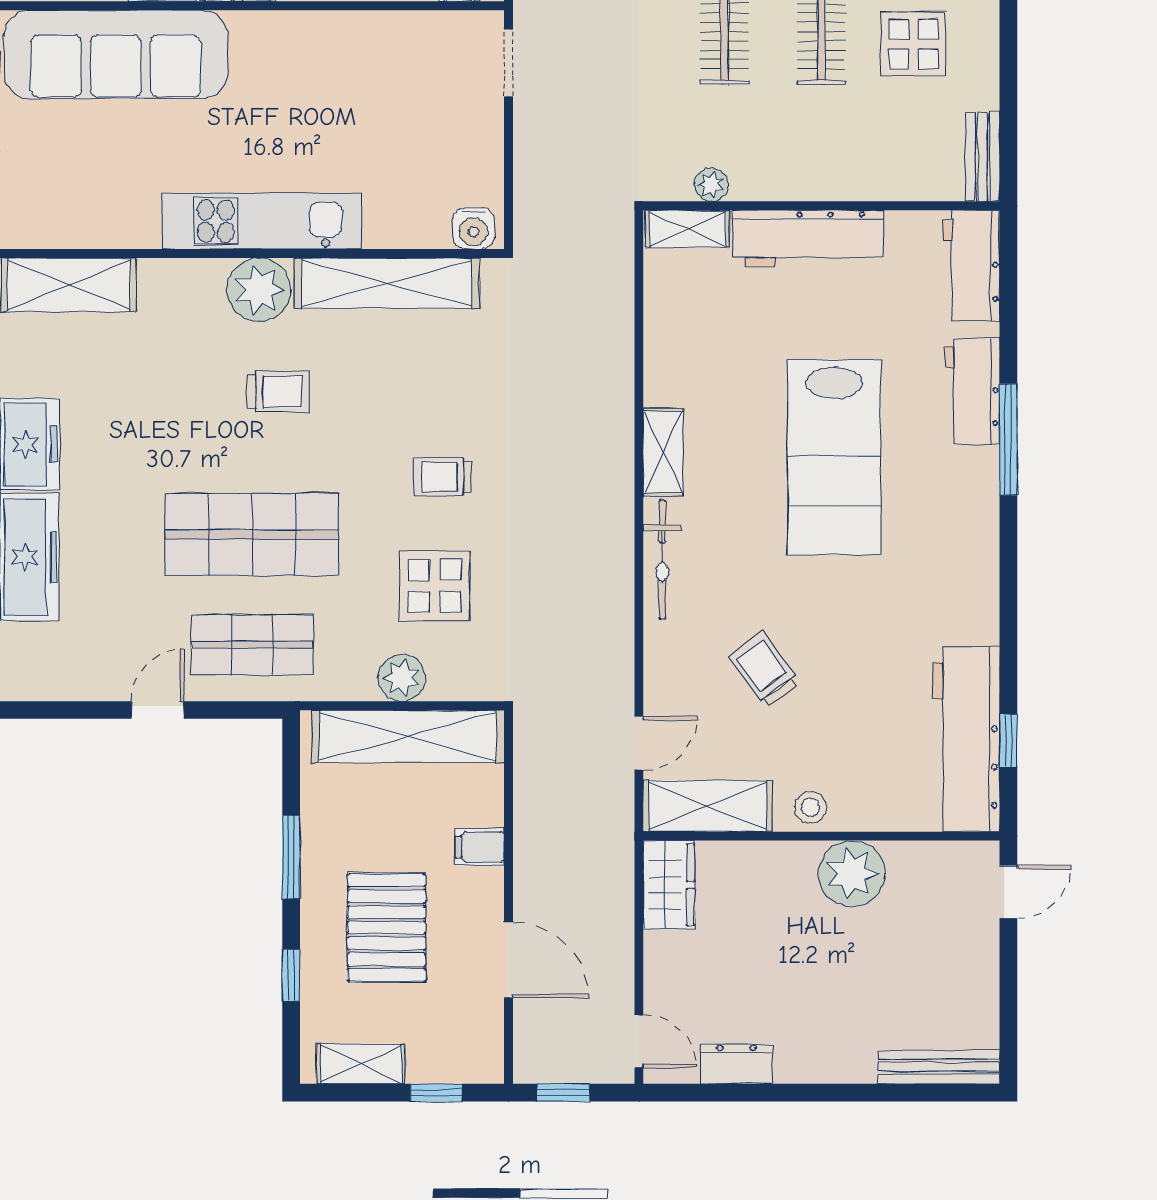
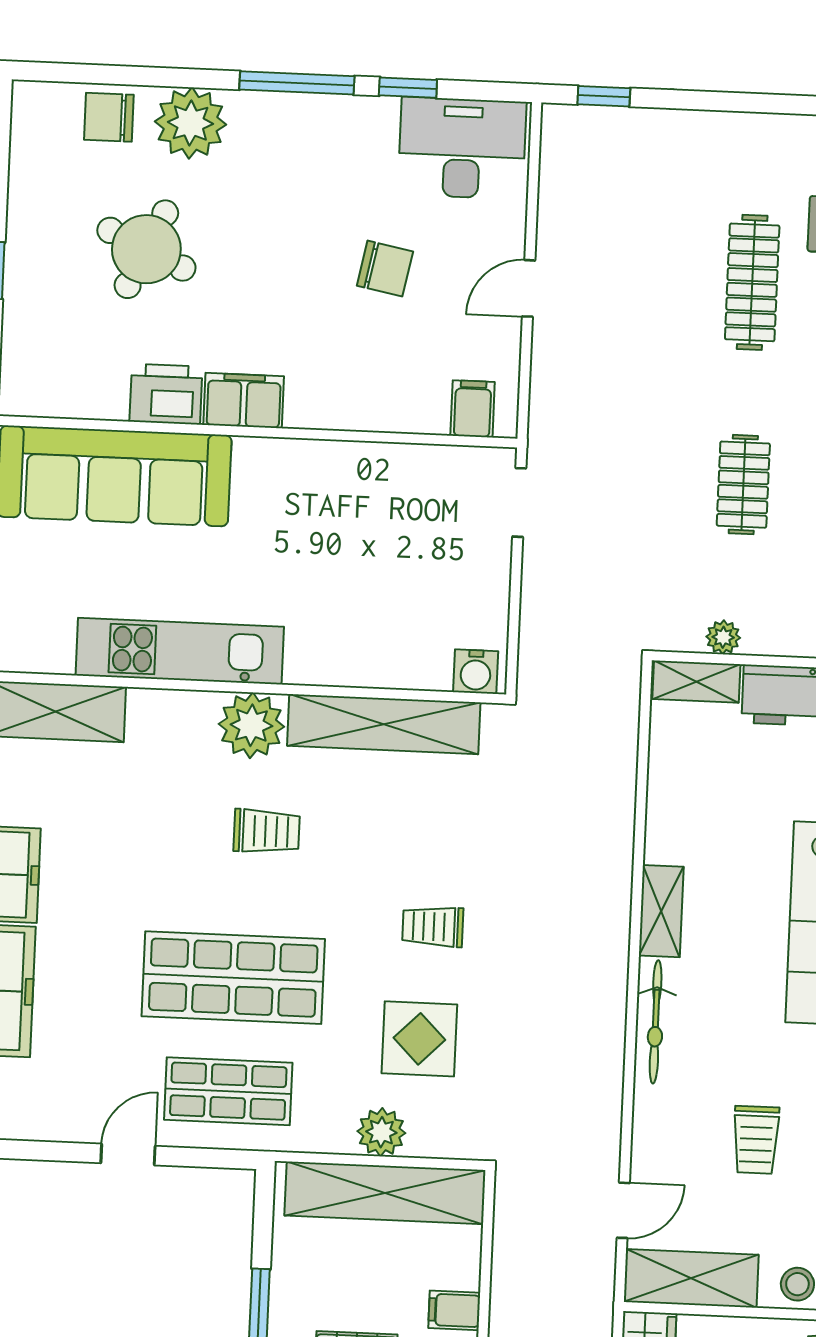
kitchen unit: (262, 221) -> (180, 651), moved
trolley: (764, 669) -> (756, 1140), turned -144

